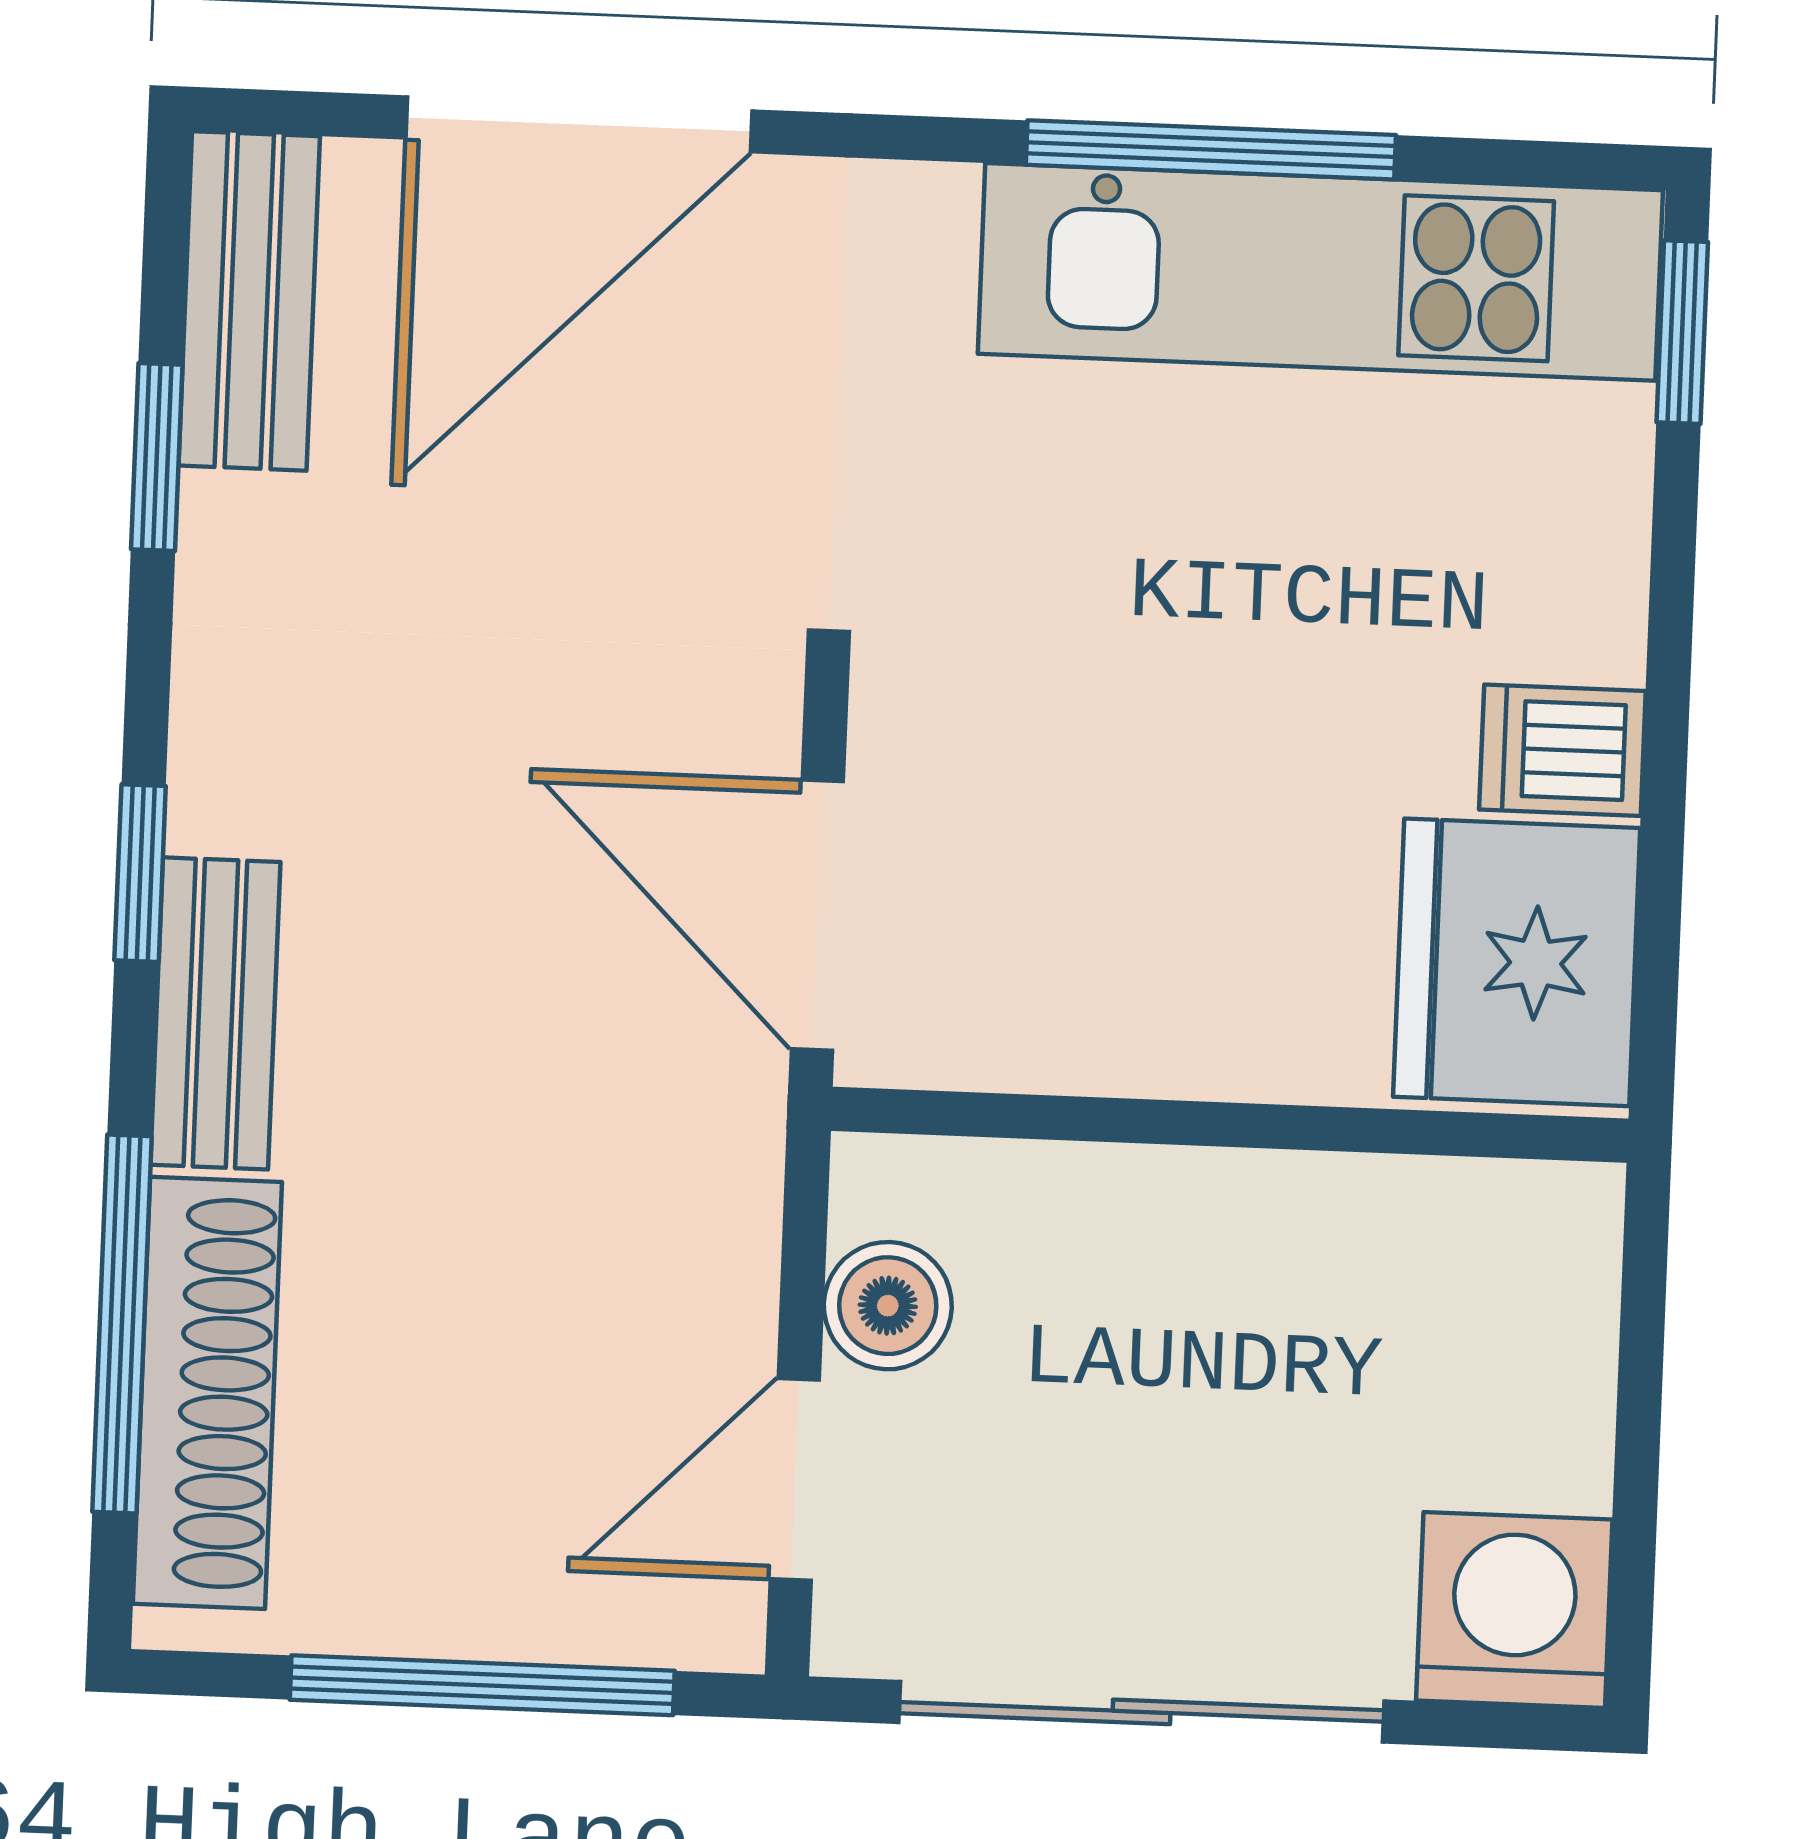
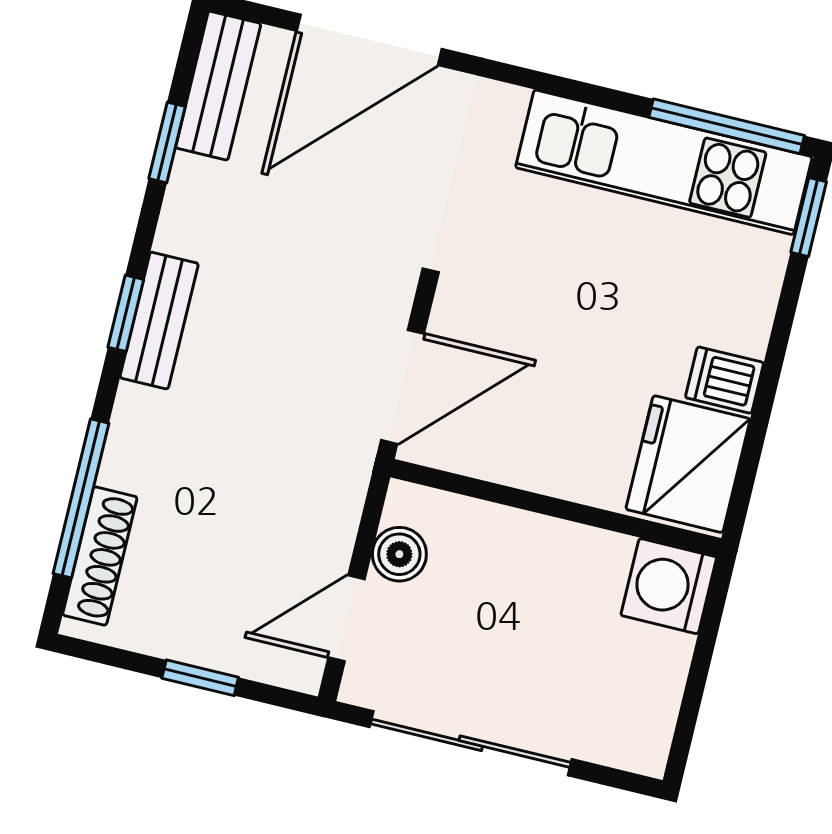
window: (1211, 150) -> (727, 126), moved
door: (817, 915) -> (403, 387), swing flipped
bench: (215, 1013) -> (159, 321), moved
shoe rack: (207, 1393) -> (100, 556), width x0.74, depth x0.81
washing machine: (1514, 1610) -> (669, 586), moved, turned -90
window: (482, 1685) -> (200, 678), width x0.46

